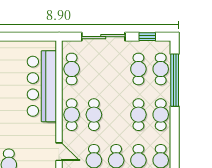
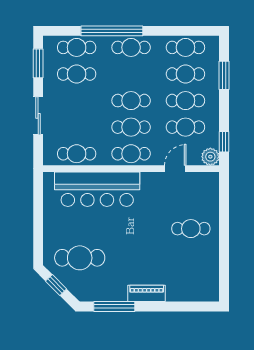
sliding door: (103, 37) -> (38, 116), width x0.73
window: (147, 37) -> (38, 63), width x1.50
window: (175, 80) -> (112, 31), moved
cafe table: (138, 115) -> (131, 101), moved

